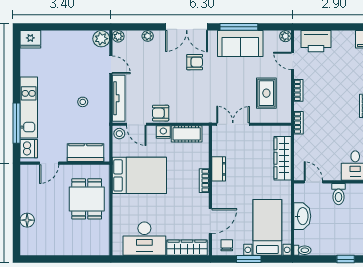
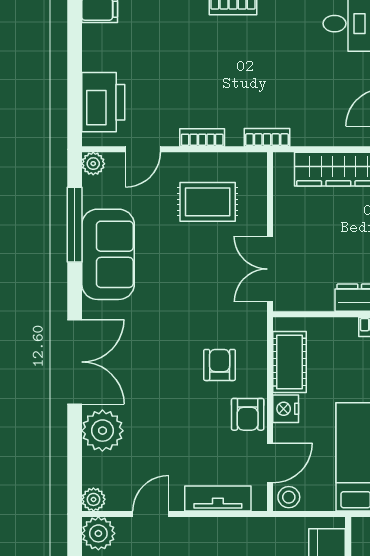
window: (239, 27) -> (75, 225), moved
plant: (148, 36) -> (102, 431), width x1.88, depth x1.88
armchair: (195, 62) -> (220, 365), moved
tv unit: (119, 98) -> (218, 499), width x0.71

